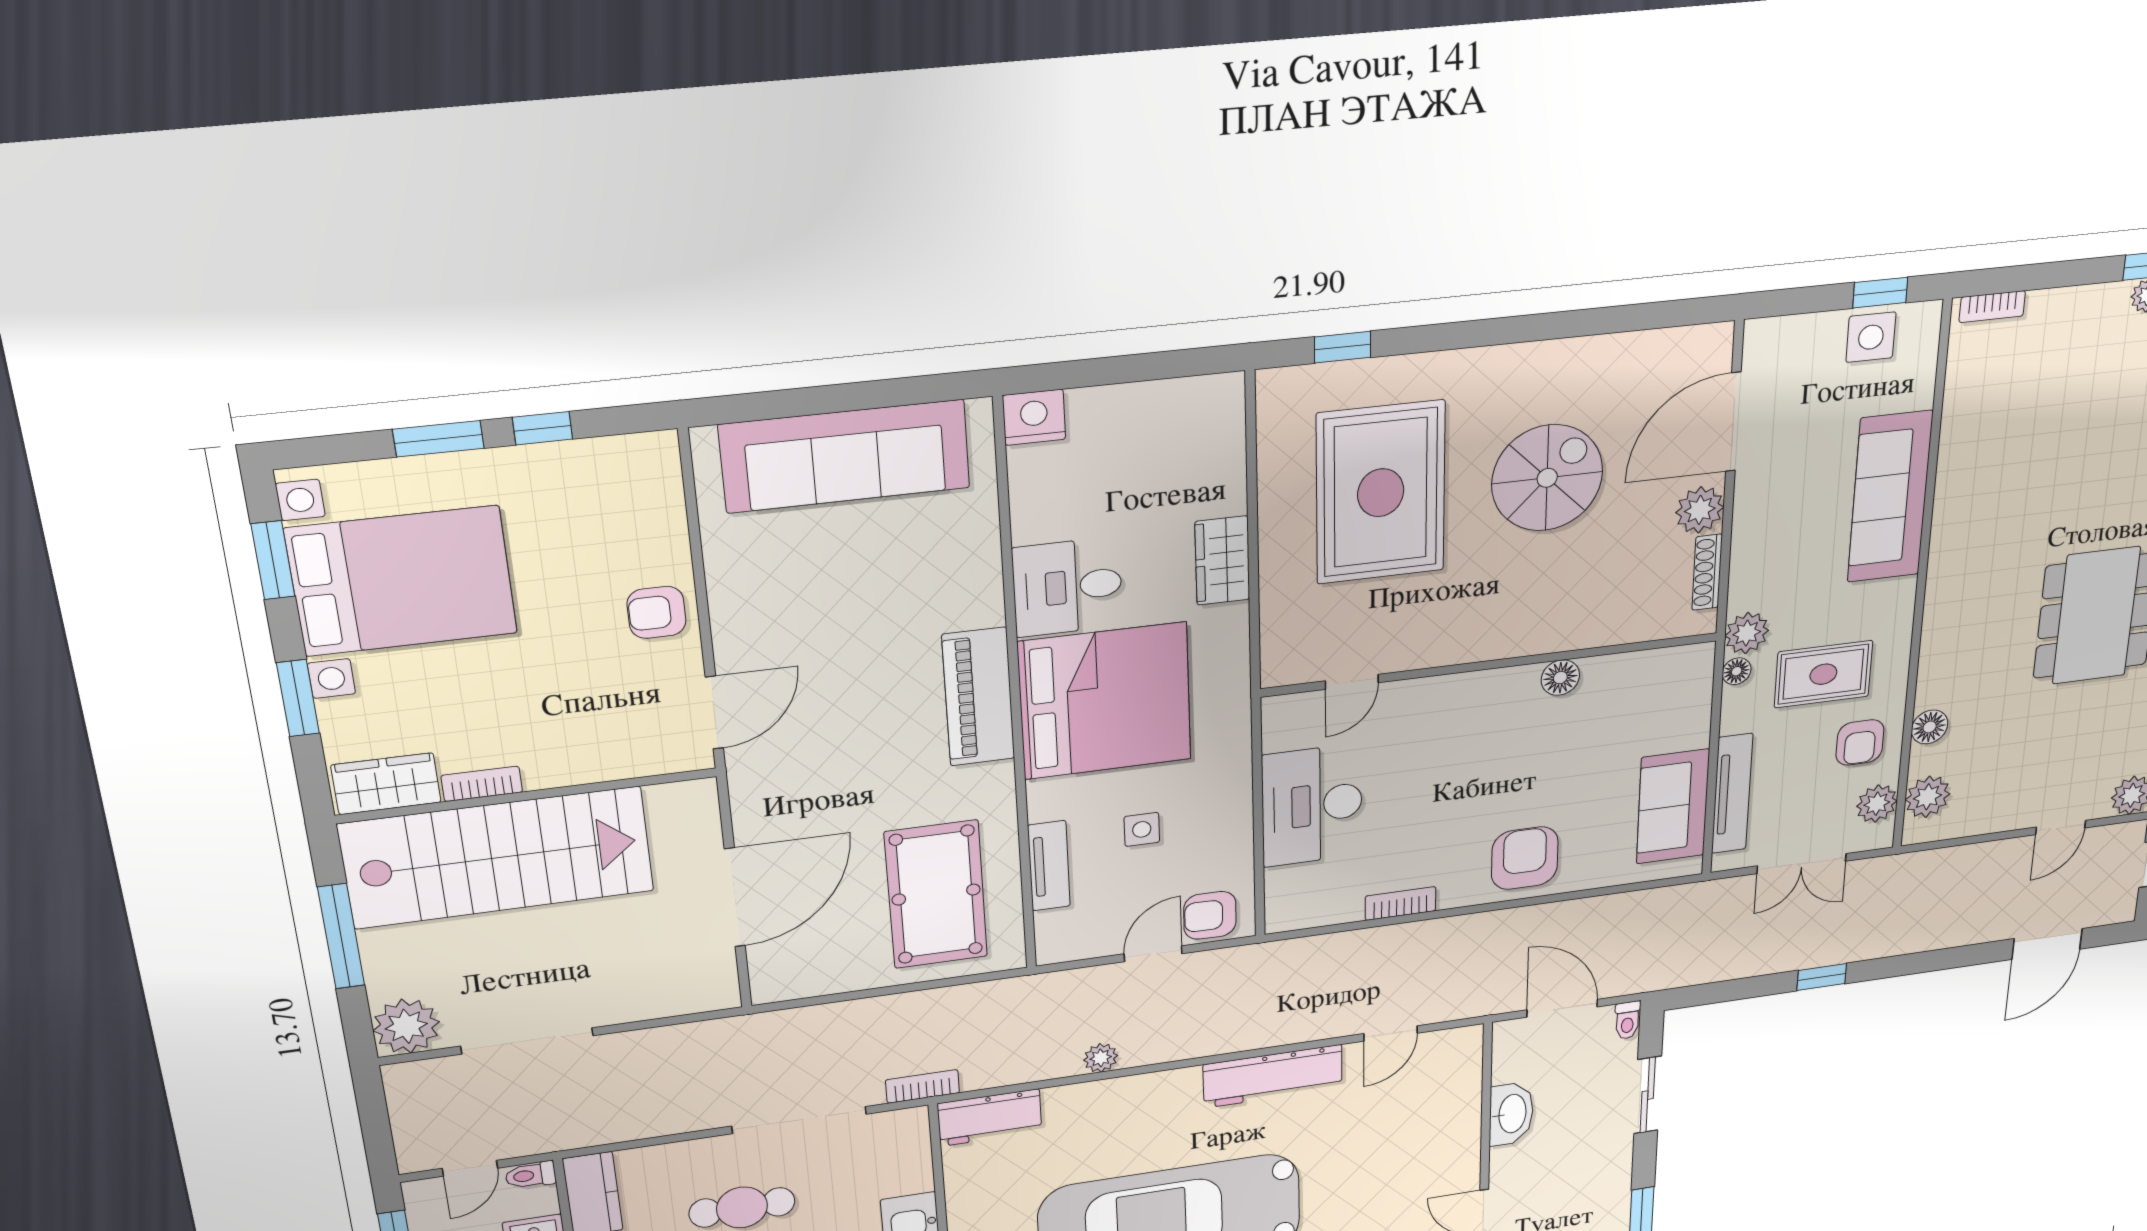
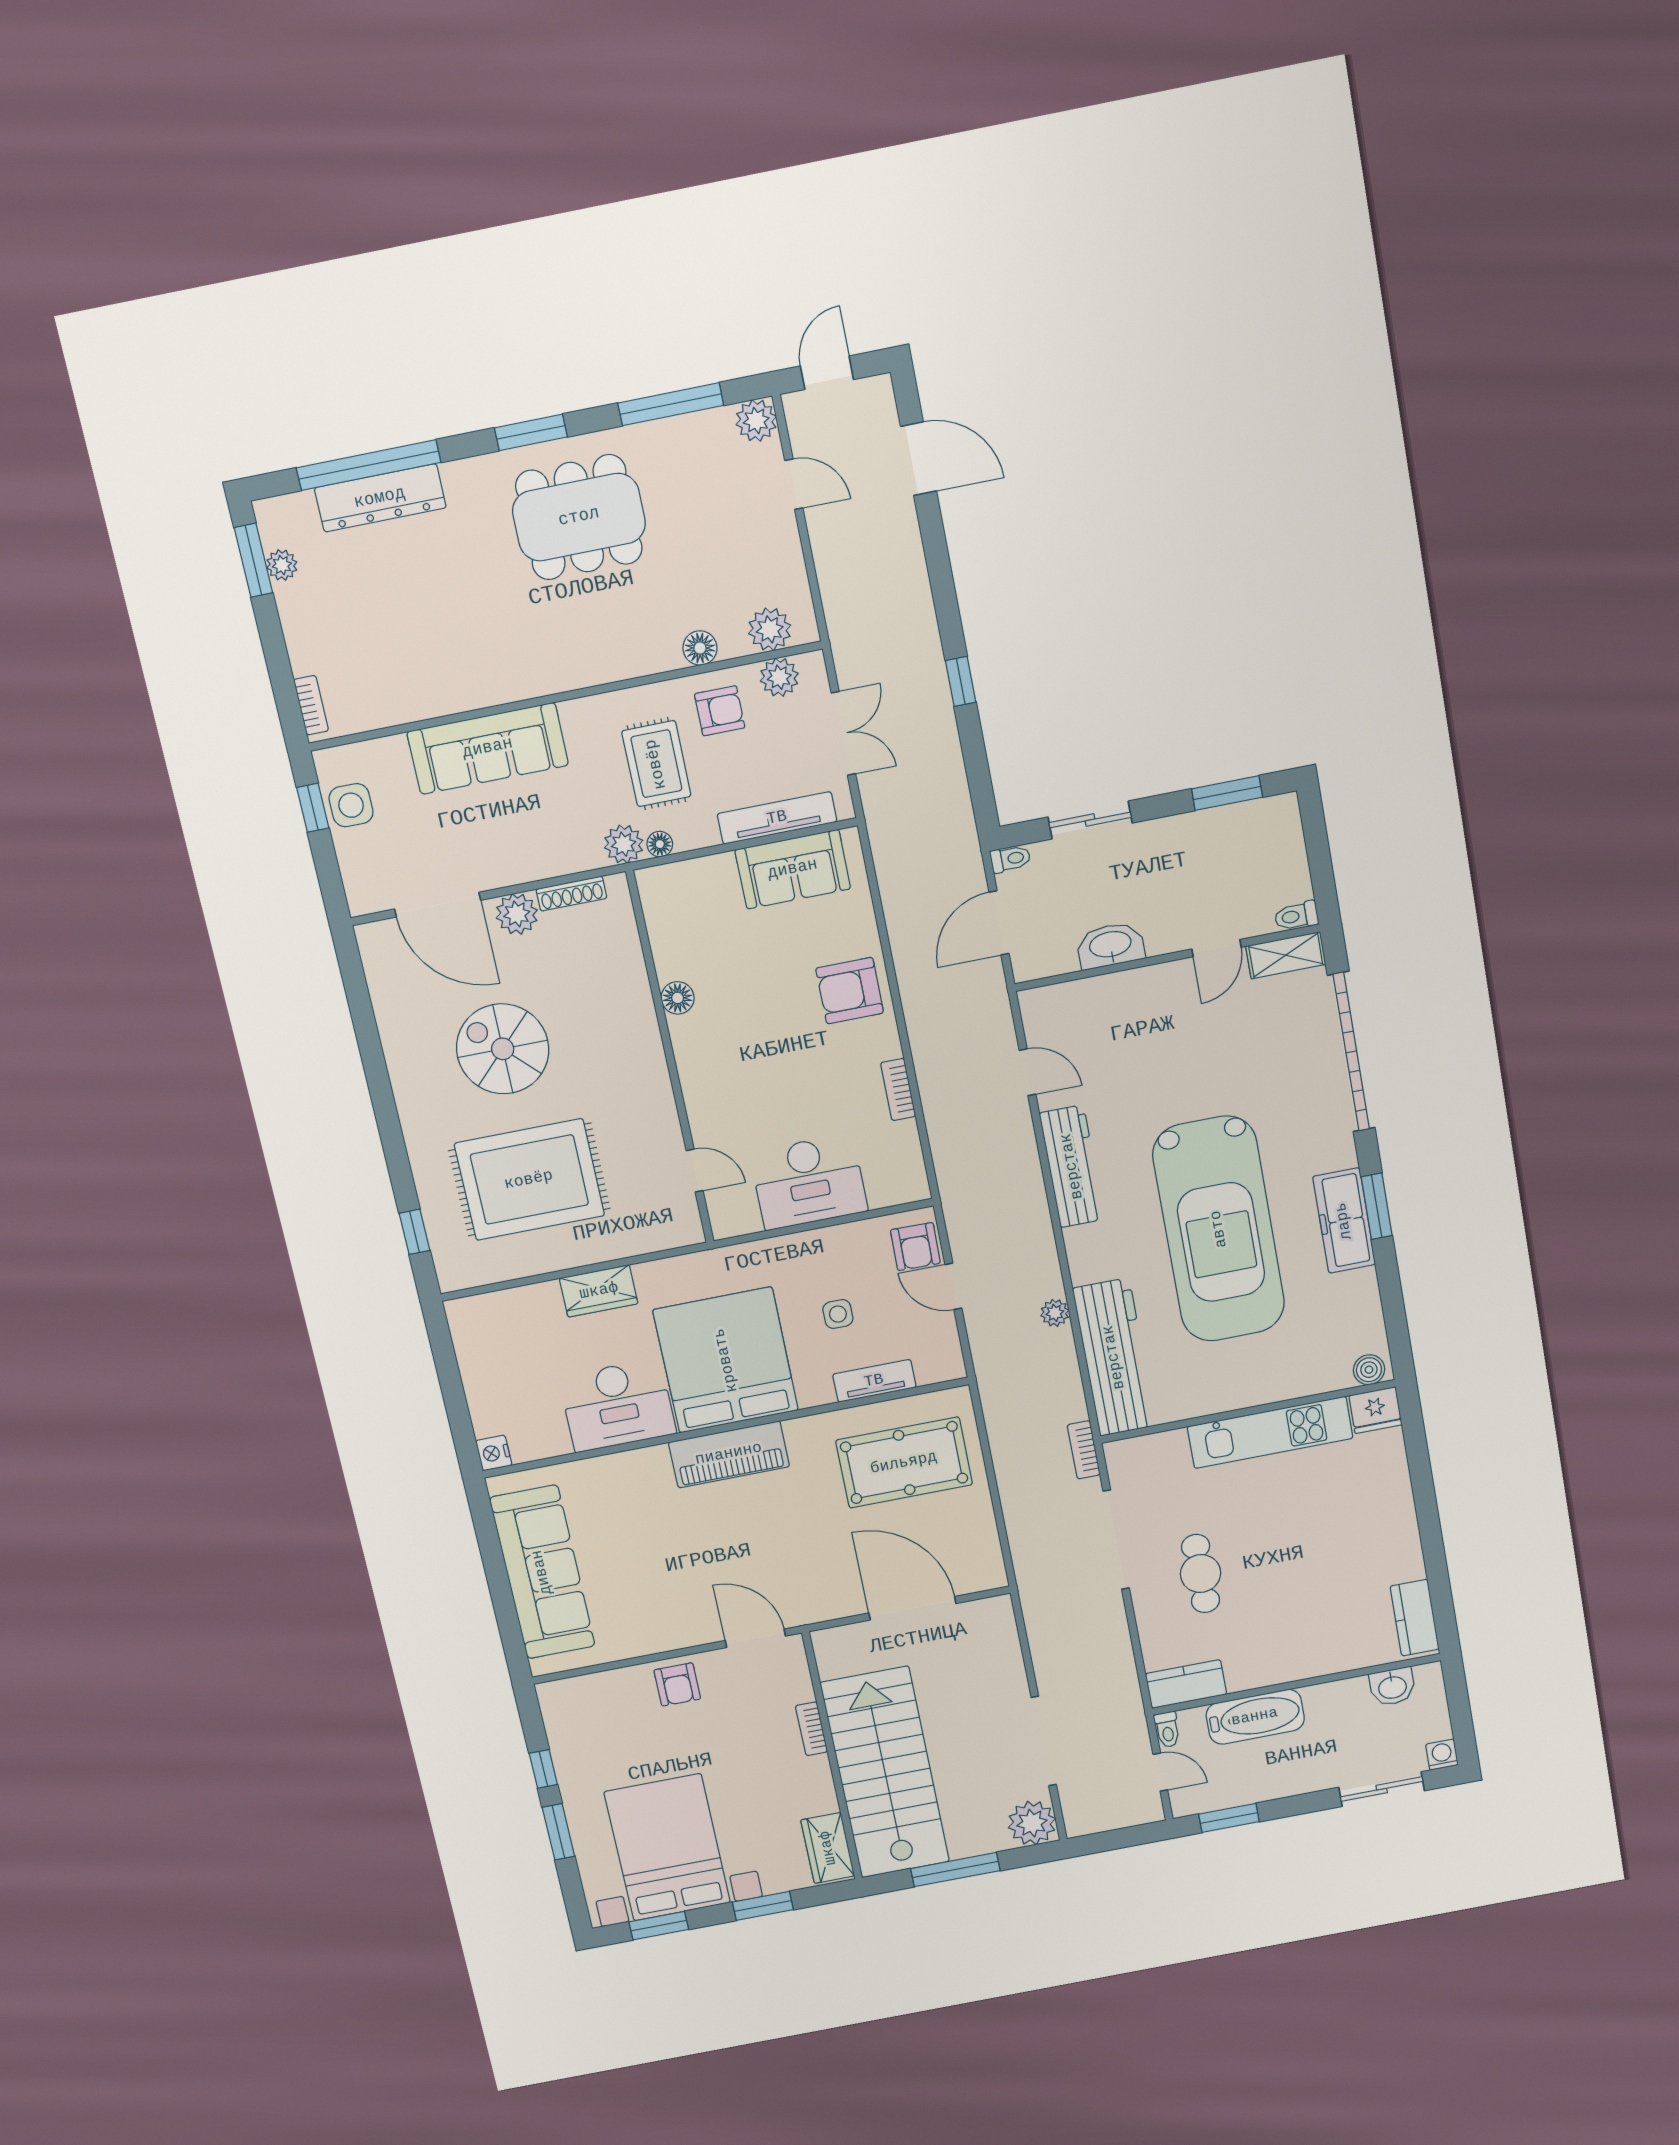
nightstand: (1034, 417) -> (494, 1453), width x0.74, depth x0.75
desk: (1068, 587) -> (617, 1405), width x1.37
bookcase: (482, 784) -> (811, 1729), moved
workbench: (990, 1118) -> (1114, 1357), width x1.88, depth x1.32

